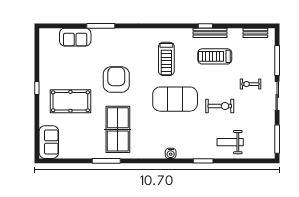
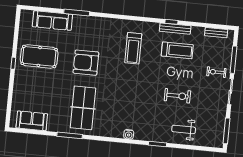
sofa: (75, 37) -> (52, 21), width x1.36
treadmill: (215, 56) -> (177, 50), turned 180
armchair: (116, 80) -> (86, 63), turned -90
exercise bike: (250, 84) -> (216, 72), moved
exercise mat: (175, 99) -> (138, 86), removed
pool table: (70, 101) -> (39, 56), moved
sofa: (49, 142) -> (32, 121), moved, turned -90

